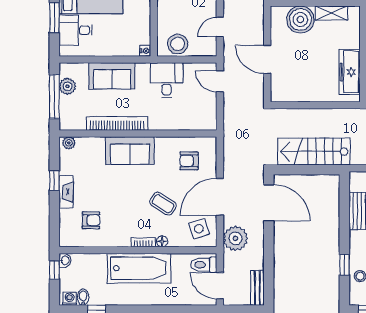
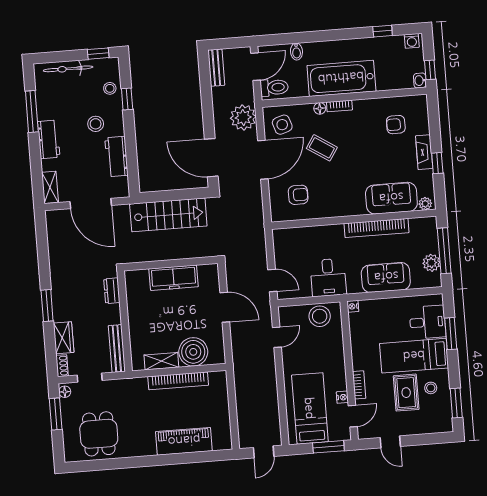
freezer: (350, 72) -> (174, 278), moved, turned 90
sofa: (130, 151) -> (391, 198), moved
door: (220, 286) -> (256, 67), hinge flipped
bidet: (83, 297) -> (296, 52), moved

